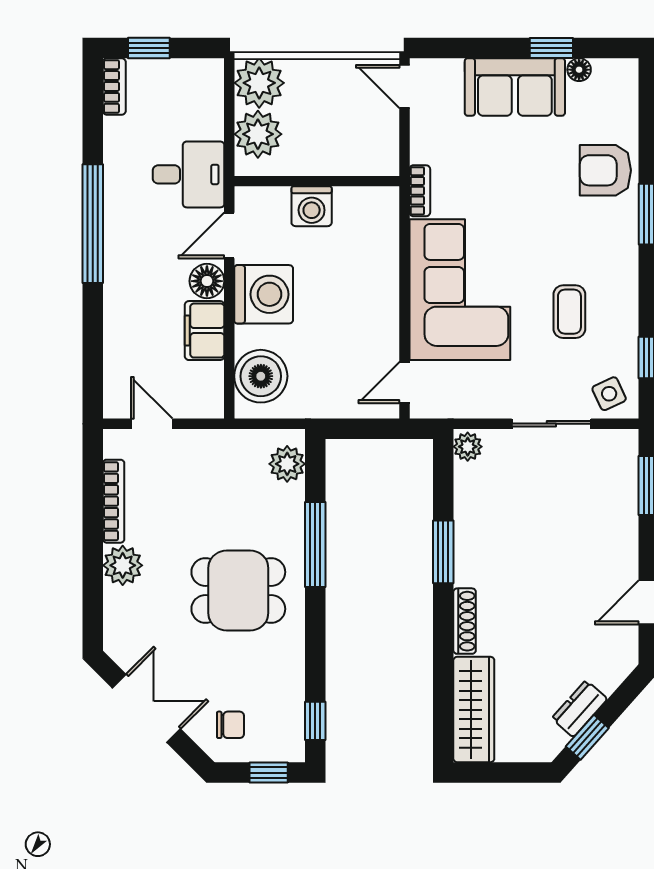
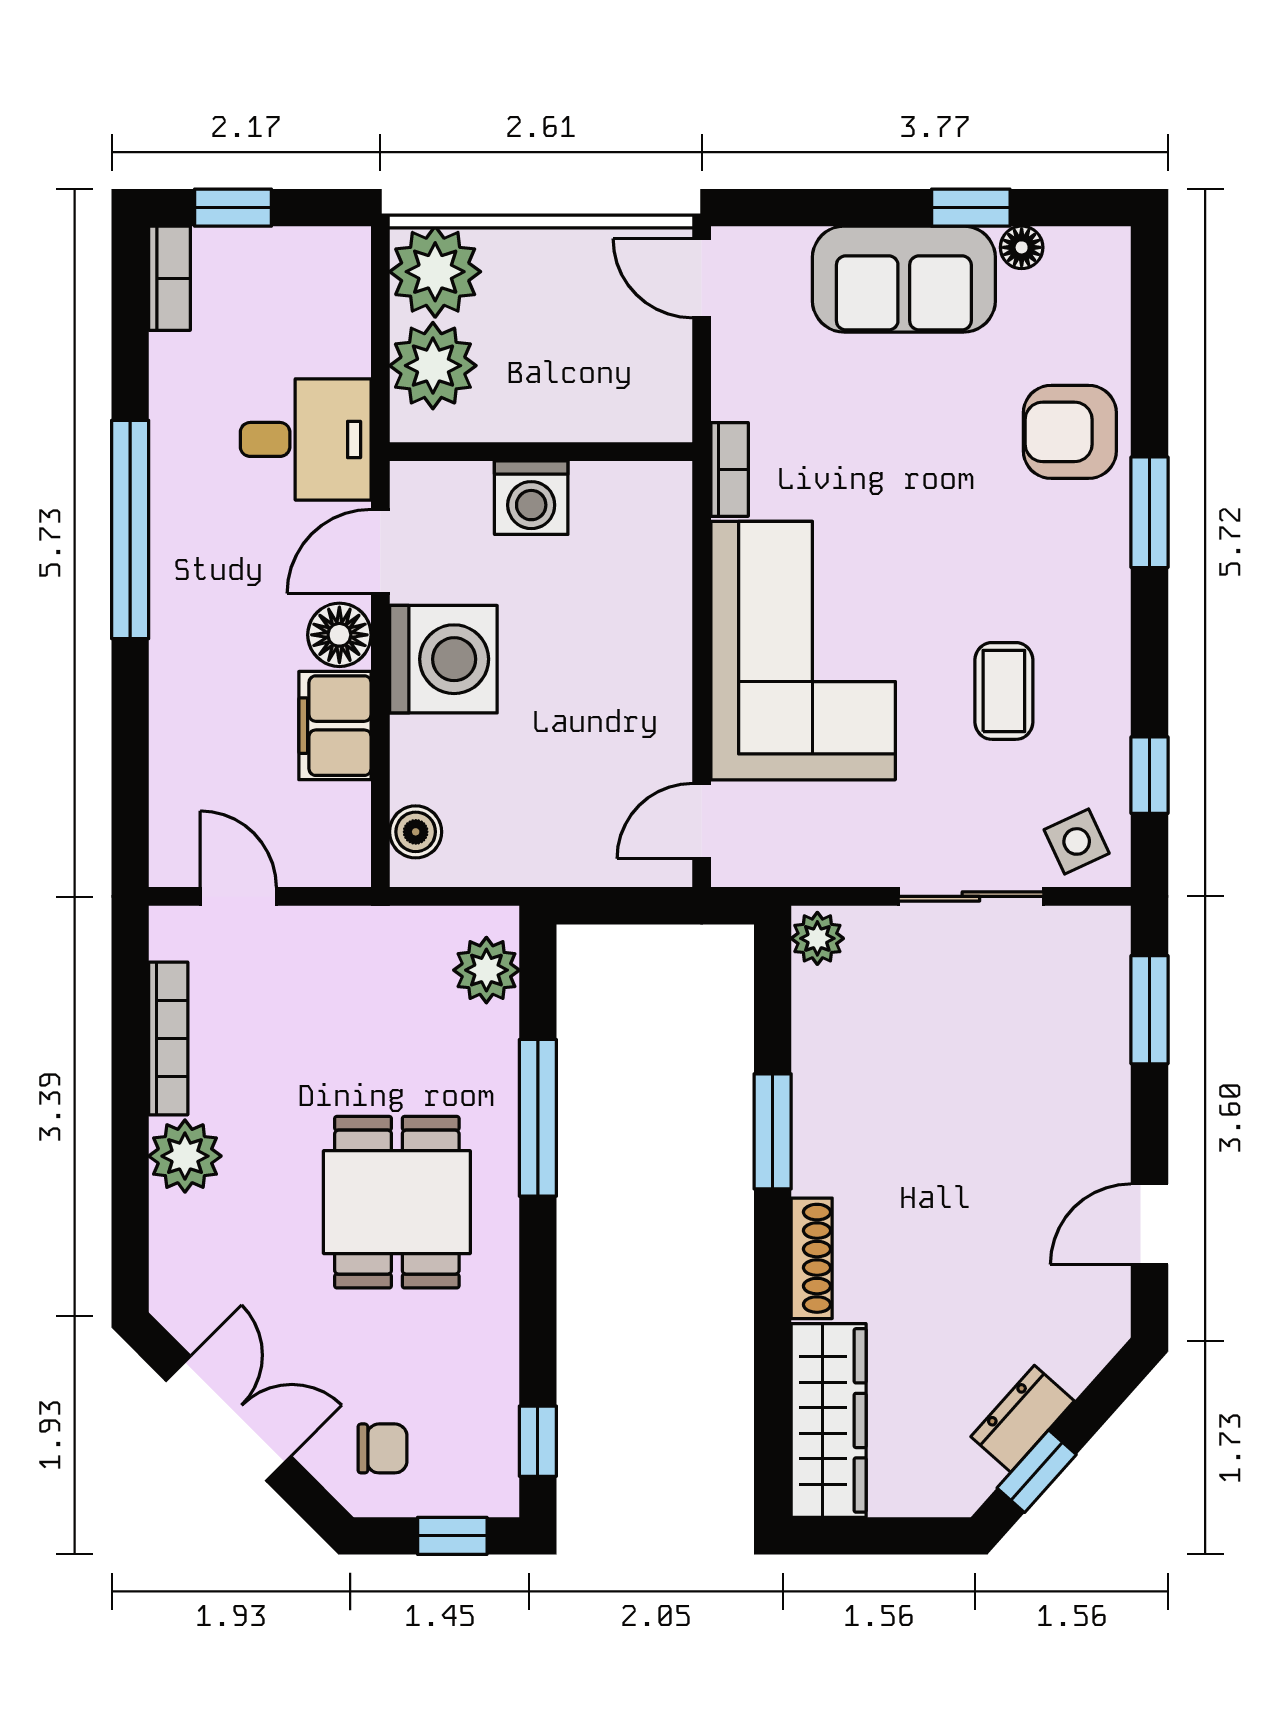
boiler: (261, 376) -> (416, 832), width x0.54, depth x0.54
dining table: (238, 590) -> (397, 1202), turned 90

